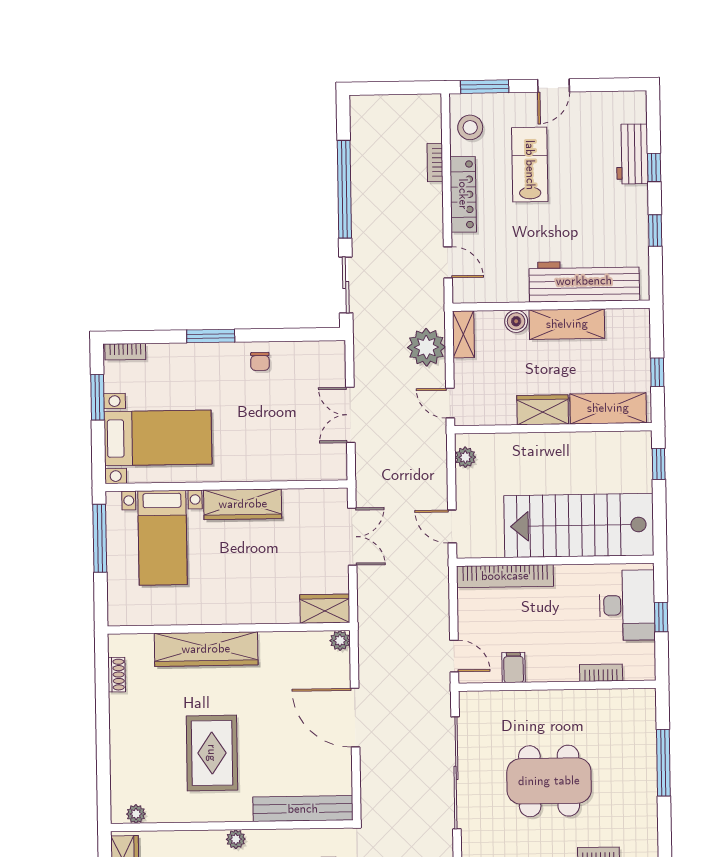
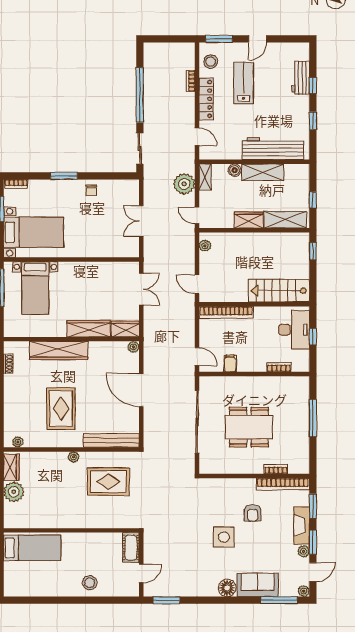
wardrobe: (243, 504) -> (89, 329), moved, turned 180
stairs: (579, 525) -> (279, 291), width x0.73, depth x0.66

